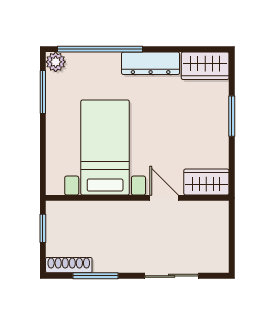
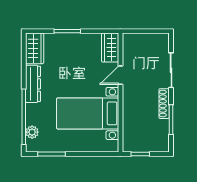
plant: (56, 62) -> (32, 132), moved
shoe rack: (69, 265) -> (164, 104), moved

